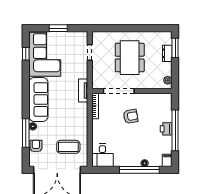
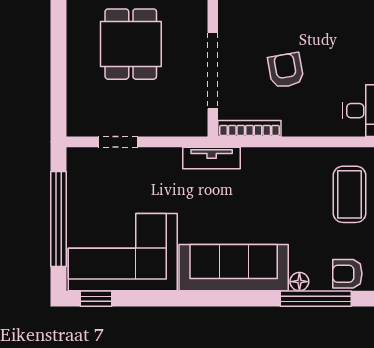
window: (58, 28) -> (59, 219), width x2.11
window: (26, 54) -> (96, 299), moved
dining table: (130, 58) -> (131, 44), width x0.73
armchair: (131, 116) -> (286, 70), moved

